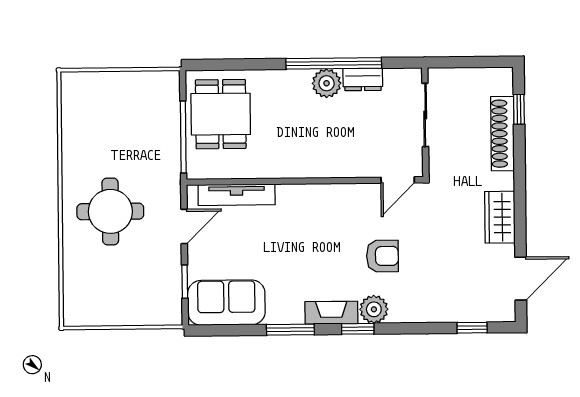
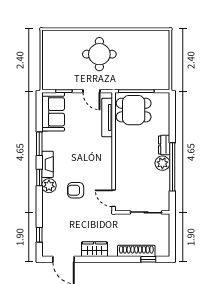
dresser: (363, 79) -> (164, 145), moved
dining table: (221, 114) -> (134, 110), moved
armchair: (382, 256) -> (76, 190), turned 90

